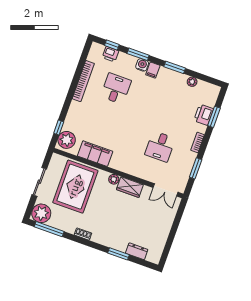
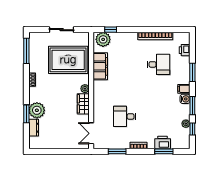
window: (112, 45) -> (192, 129), moved
water cooler: (142, 65) -> (185, 99), moved
plant: (41, 213) -> (37, 110), moved

